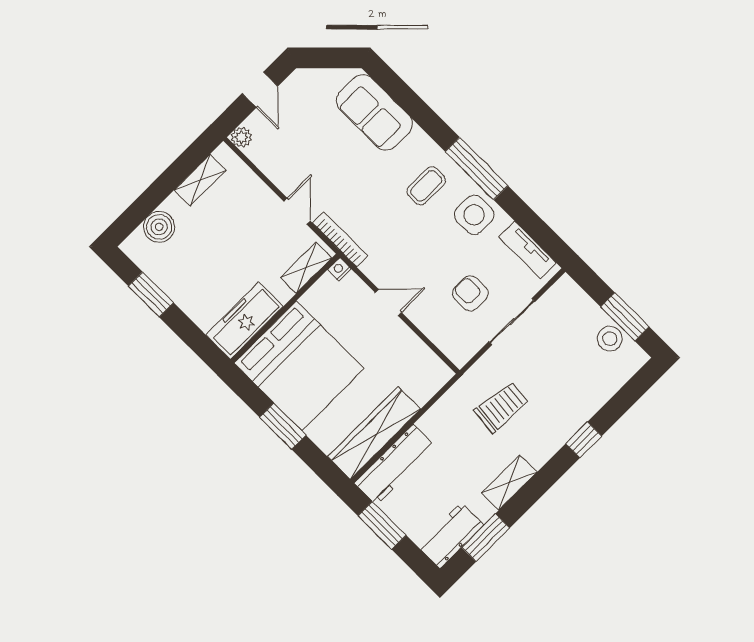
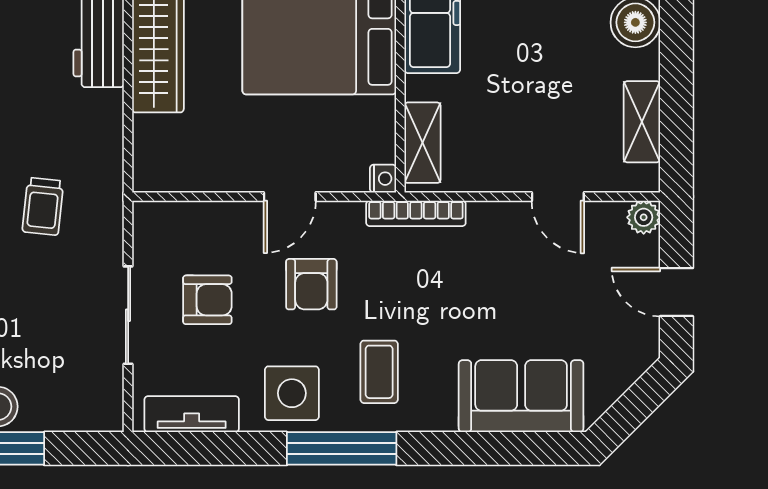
door: (297, 211) -> (558, 197), moved
armchair: (417, 254) -> (311, 284), added
trolley: (502, 407) -> (43, 206), width x0.73, depth x0.72

